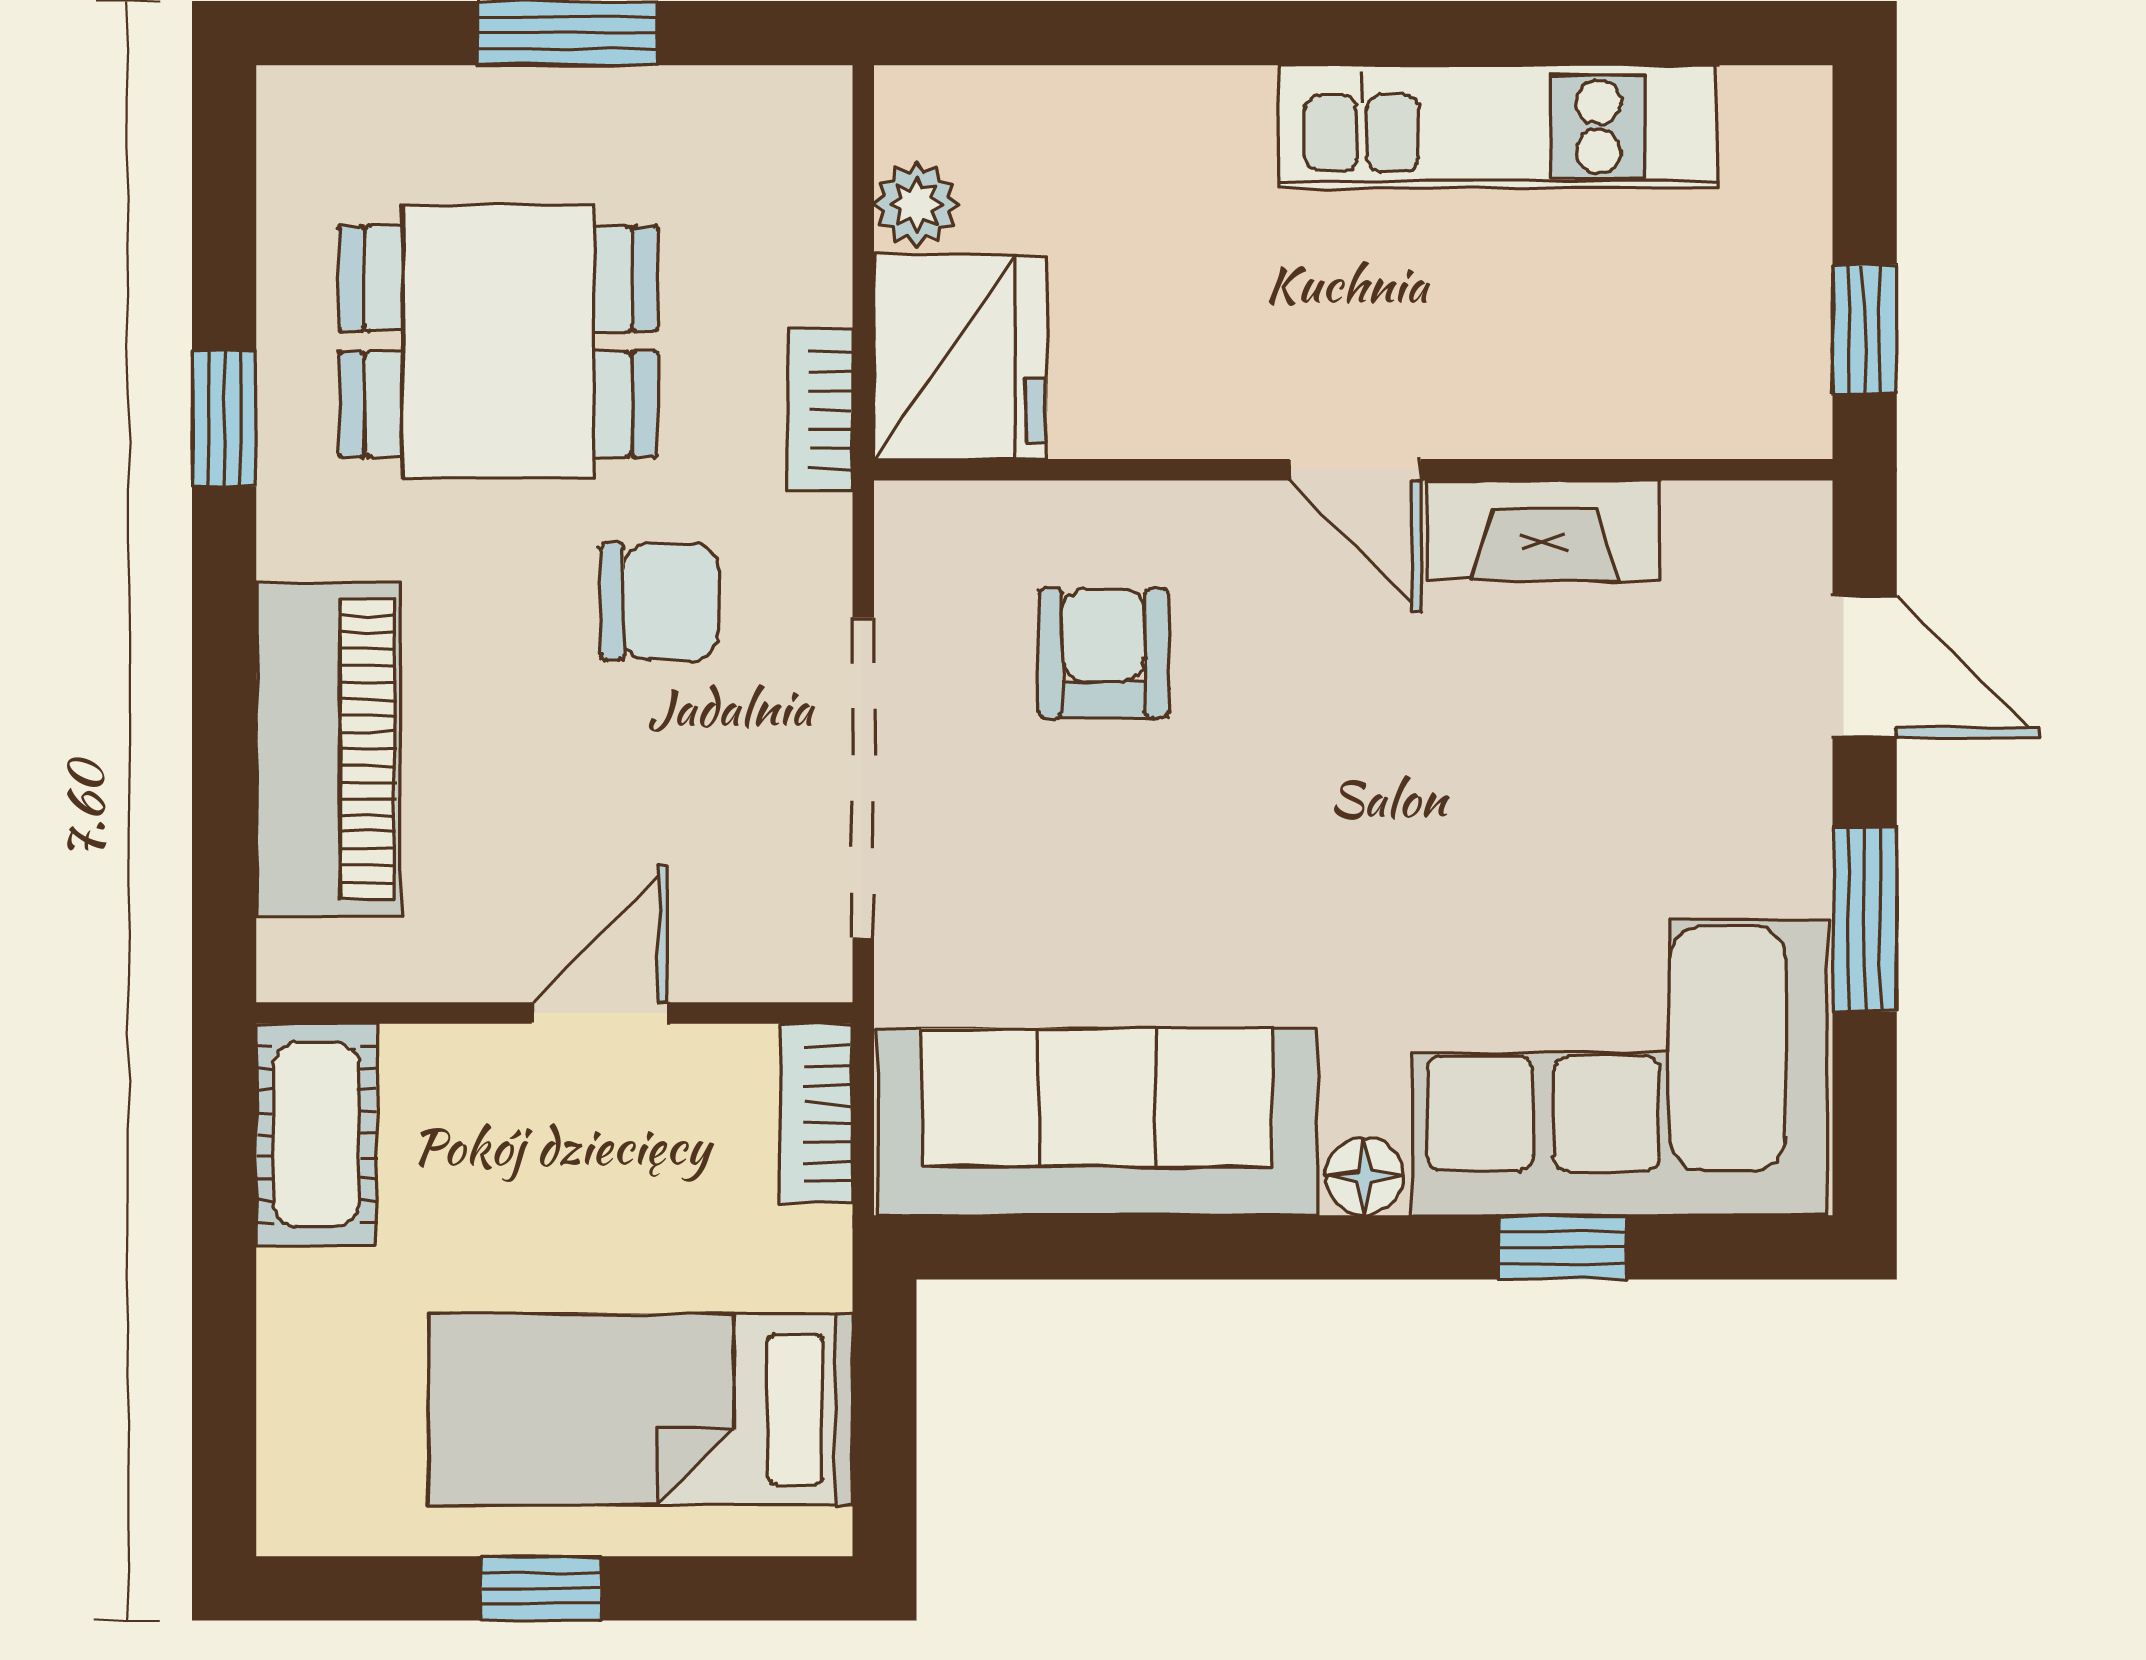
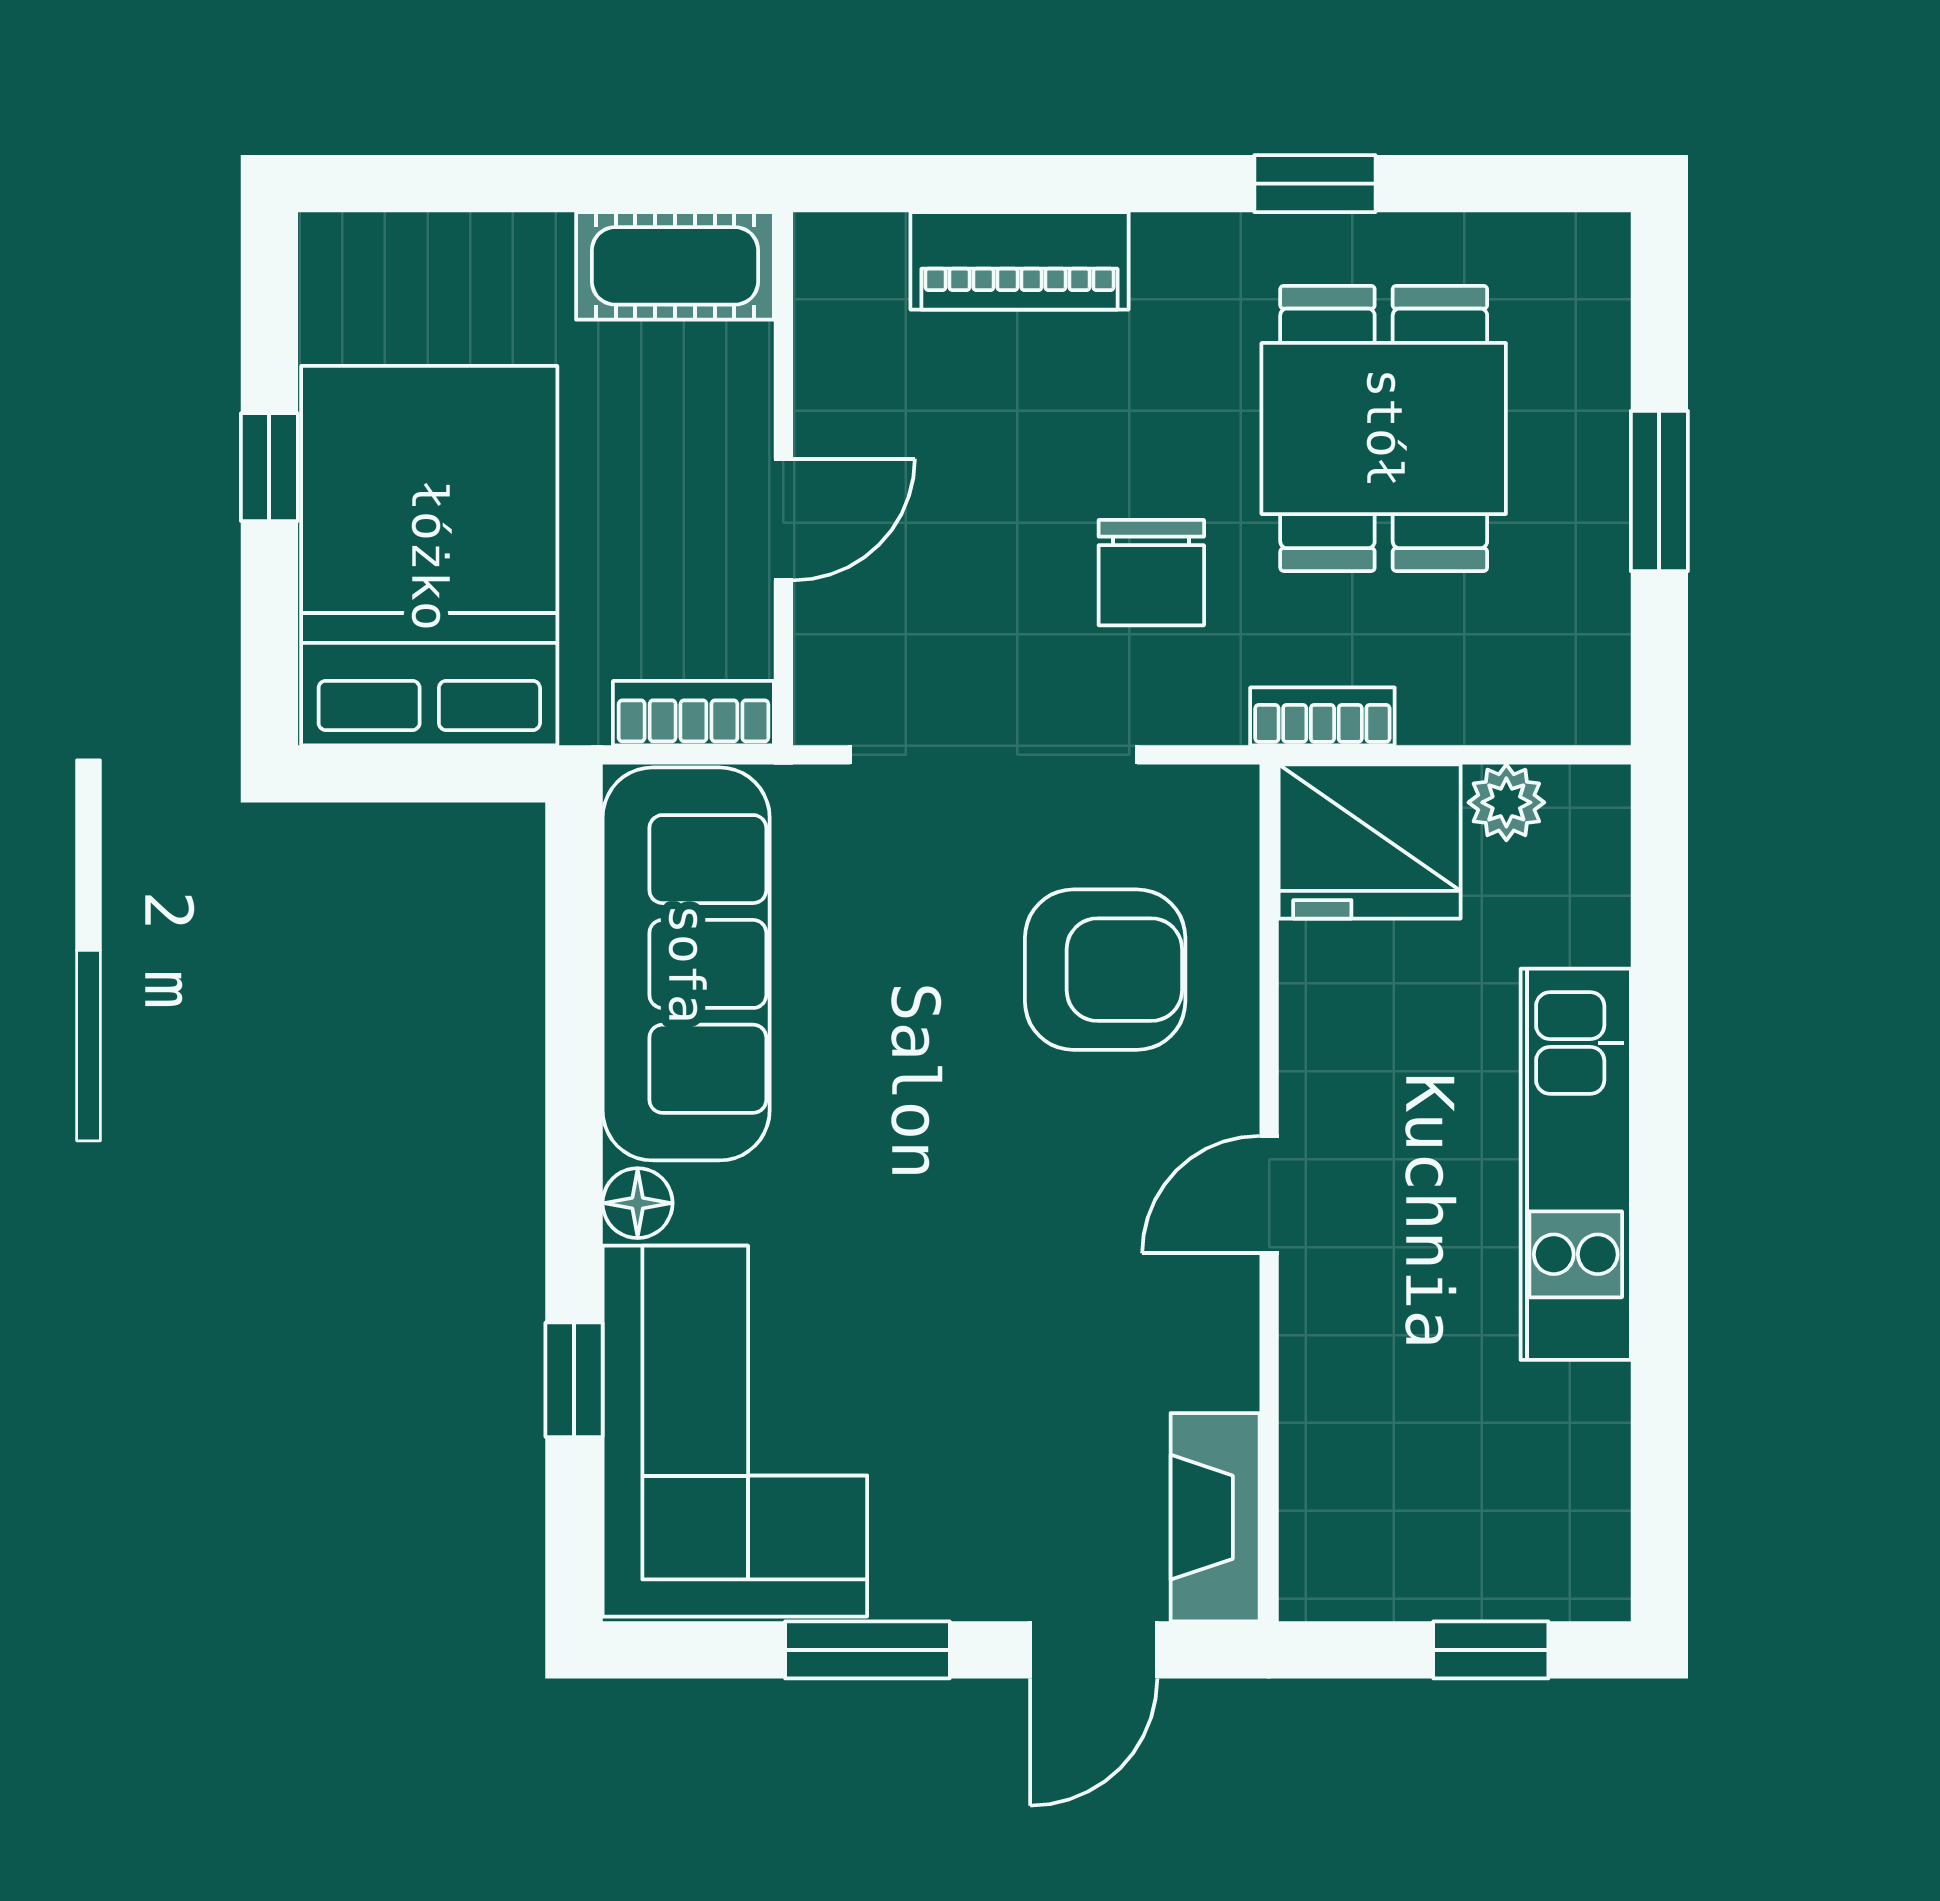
kitchen unit: (1498, 127) -> (1576, 1164), moved
window: (1865, 329) -> (1491, 1650), moved
fireplace: (1544, 530) -> (1215, 1517), moved
armchair: (1104, 653) -> (1105, 970), width x1.38, depth x1.38
piano: (328, 749) -> (1019, 261), width x0.73, depth x0.75
door: (600, 1013) -> (783, 519), hinge flipped
bed: (640, 1409) -> (429, 556), width x1.50

